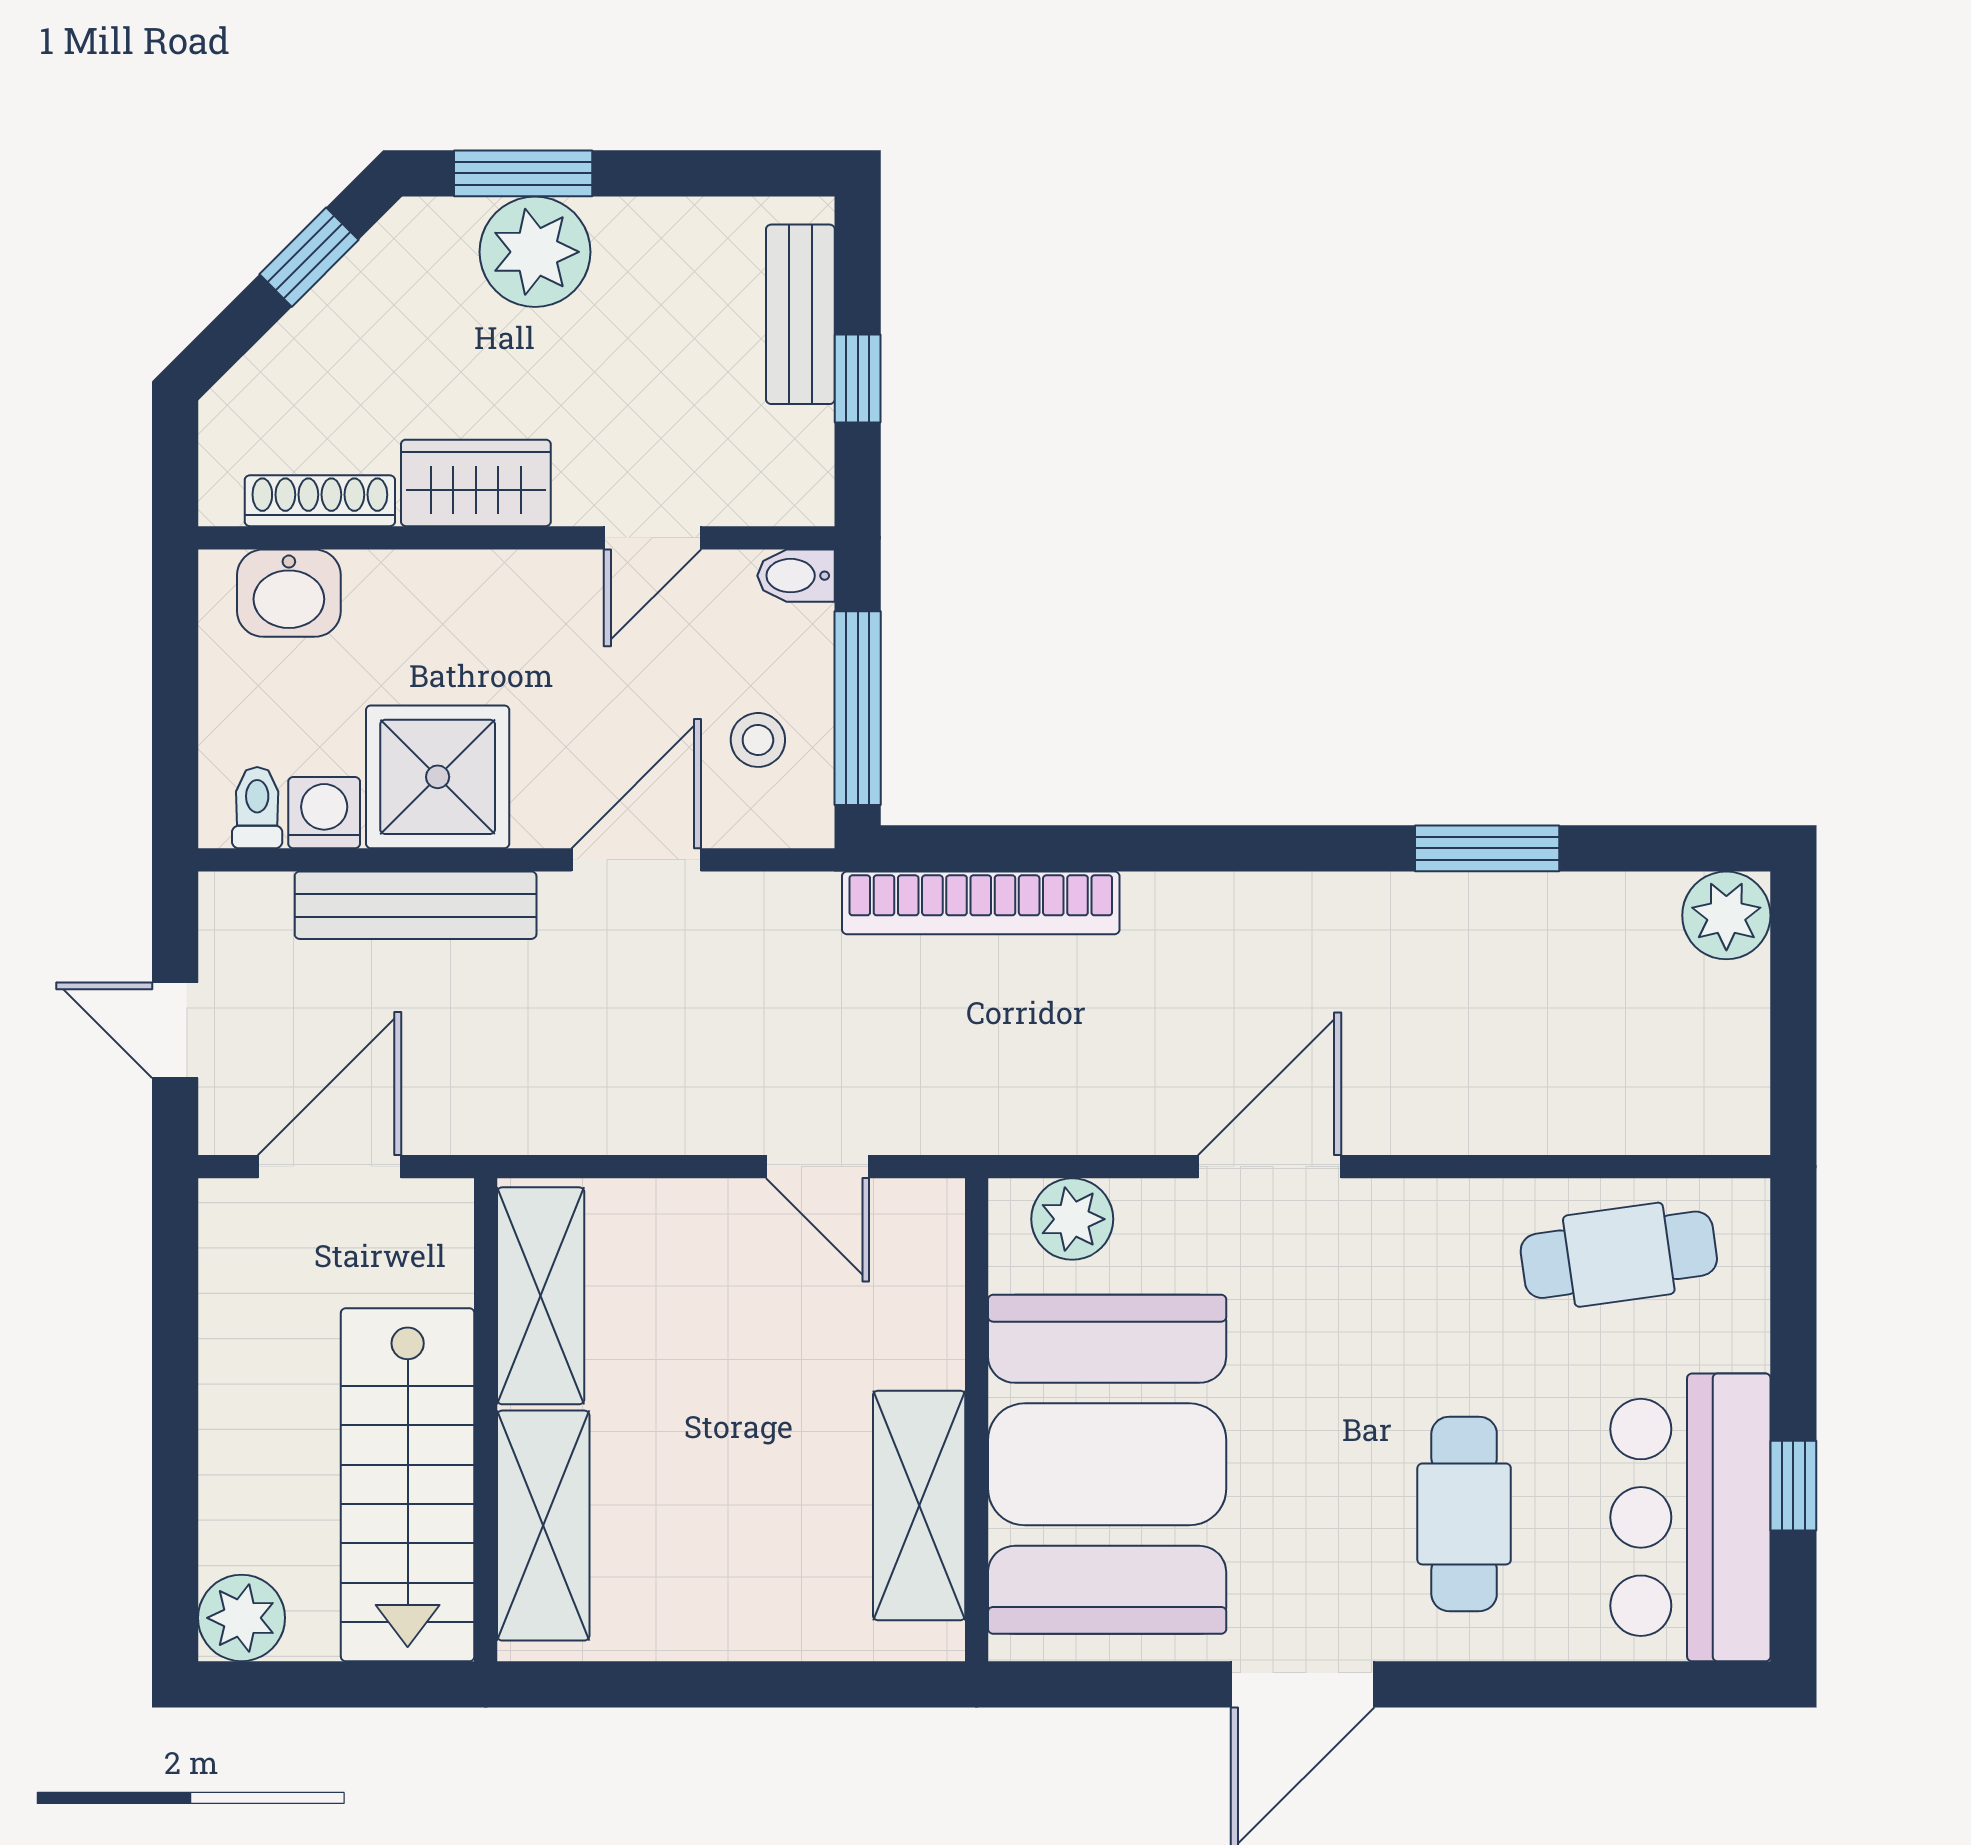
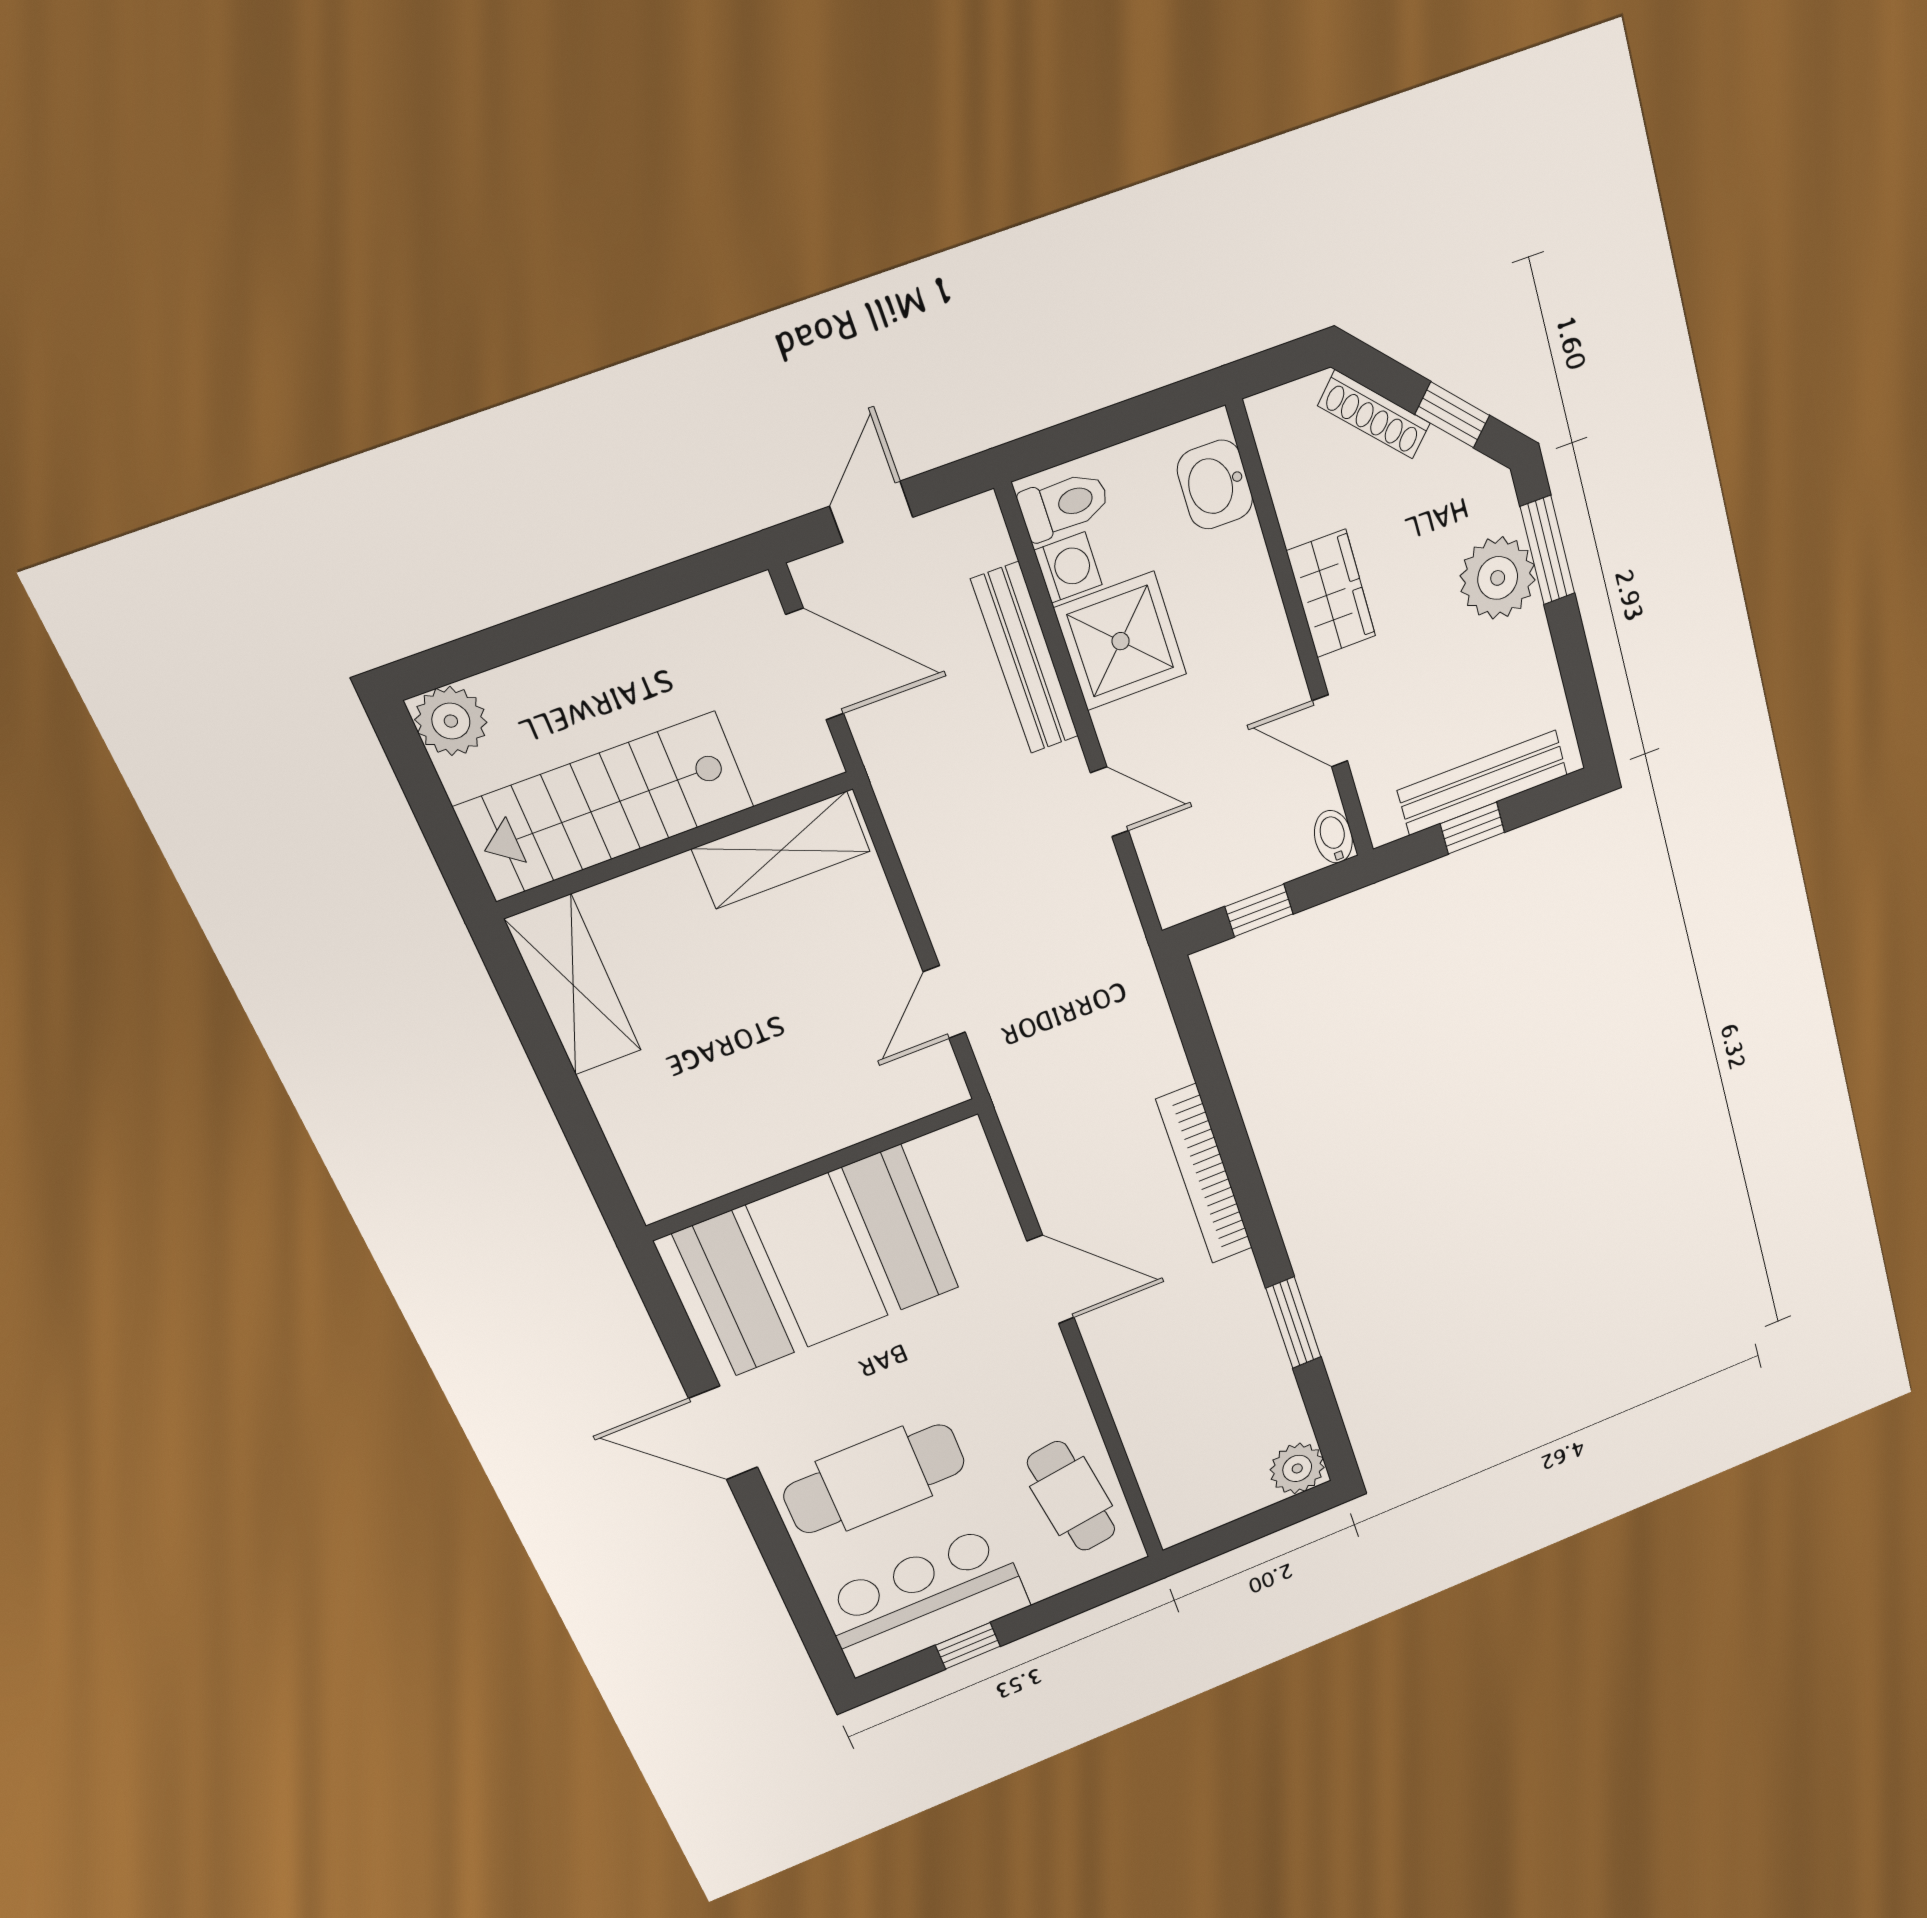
bench: (800, 314) -> (1483, 783), width x1.36
shoe rack: (320, 501) -> (1374, 415), moved, turned 135
window: (858, 708) -> (1259, 910), width x0.46
stool: (758, 740) -> (1217, 853), removed
toilet: (257, 808) -> (1064, 505), width x1.37, depth x1.39
door: (636, 860) -> (1109, 802), width x0.73
bookcase: (981, 903) -> (1205, 1174), moved
plant: (1072, 1219) -> (971, 1176), removed
shelving: (919, 1505) -> (740, 1156), removed
cafe table: (1464, 1514) -> (874, 1479), width x1.37, depth x1.35
shelving: (543, 1526) -> (573, 985), moved, turned 90

